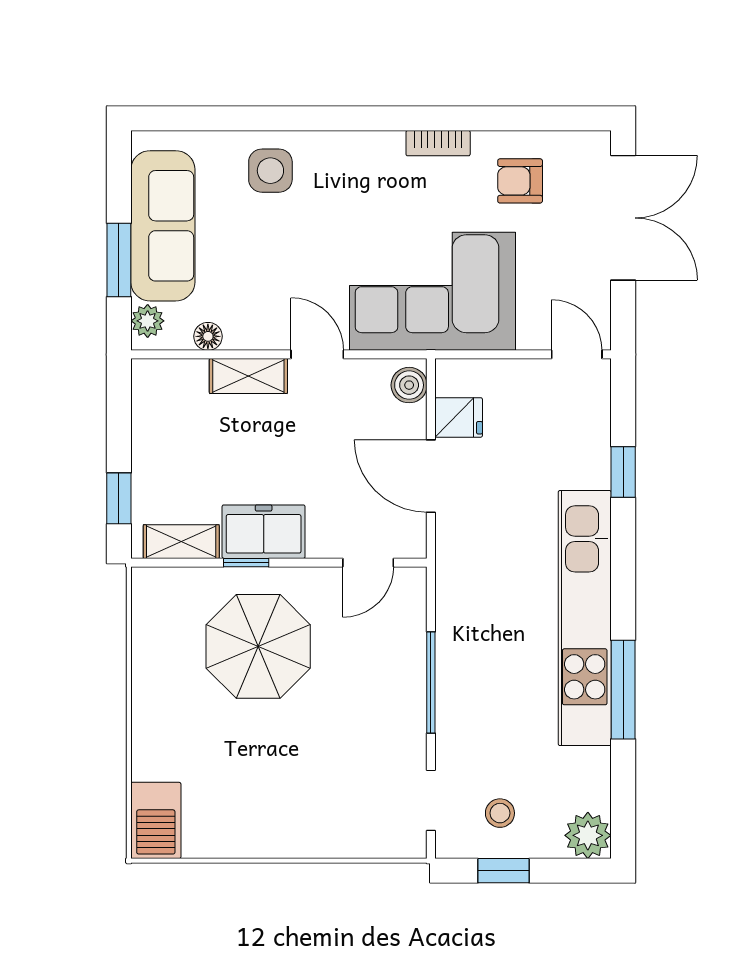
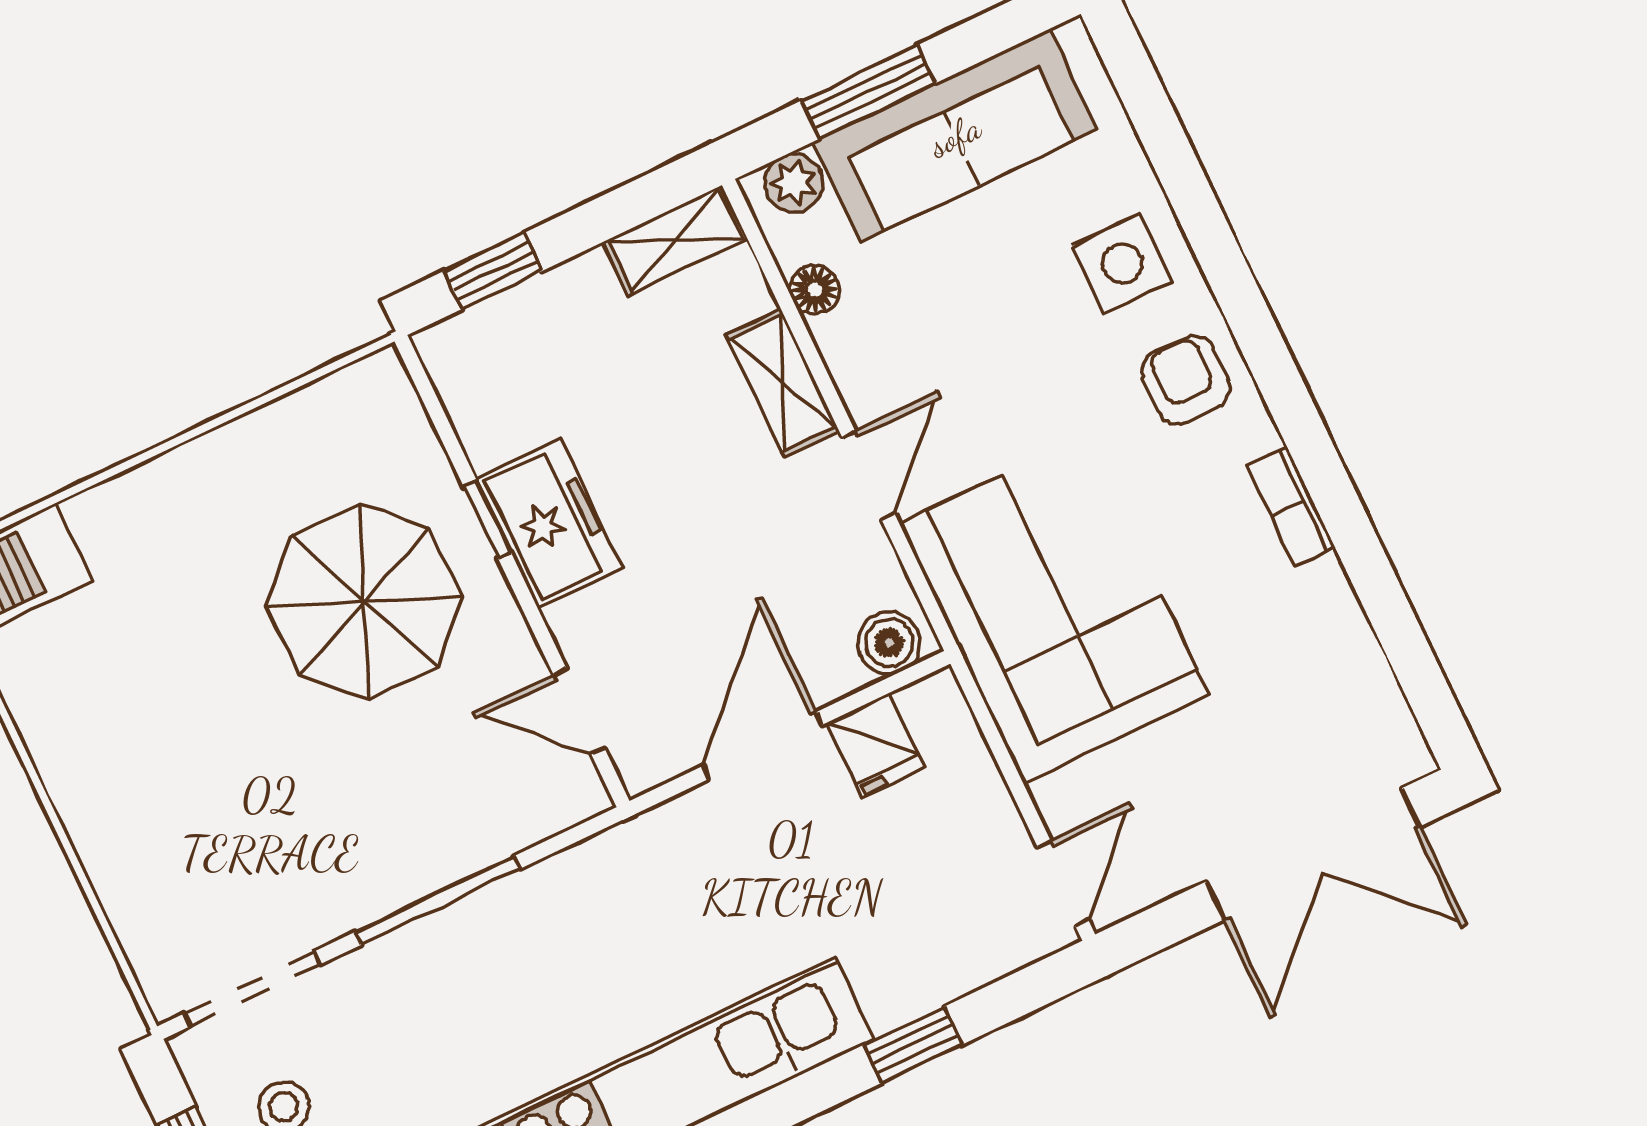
armchair: (520, 181) -> (1186, 380), moved
shelving: (181, 542) -> (675, 240), moved, turned 90
doorway: (431, 800) -> (252, 989), width x1.38

